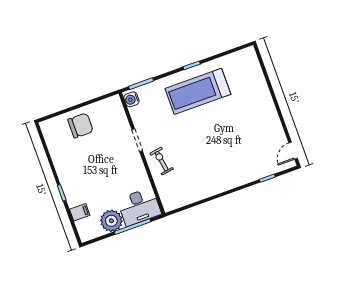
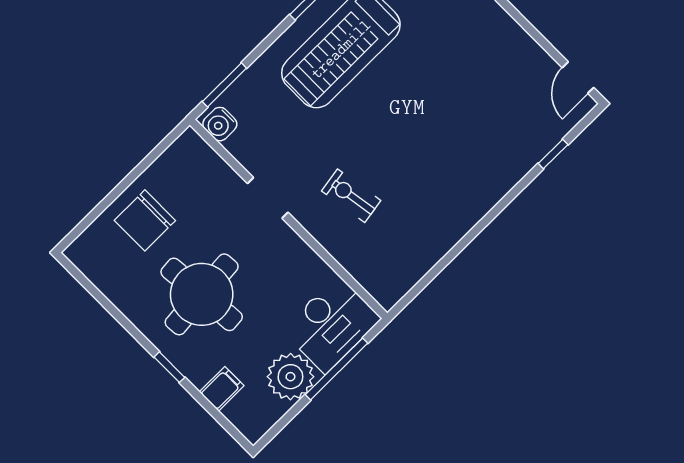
chair: (80, 125) -> (145, 220), turned 180
exercise bike: (162, 161) -> (351, 196), moved
round table: (90, 168) -> (202, 294), added

